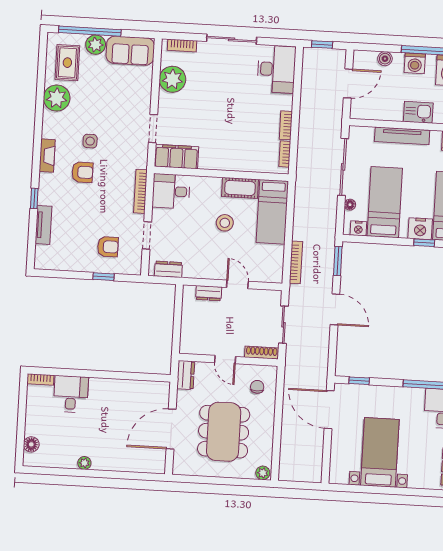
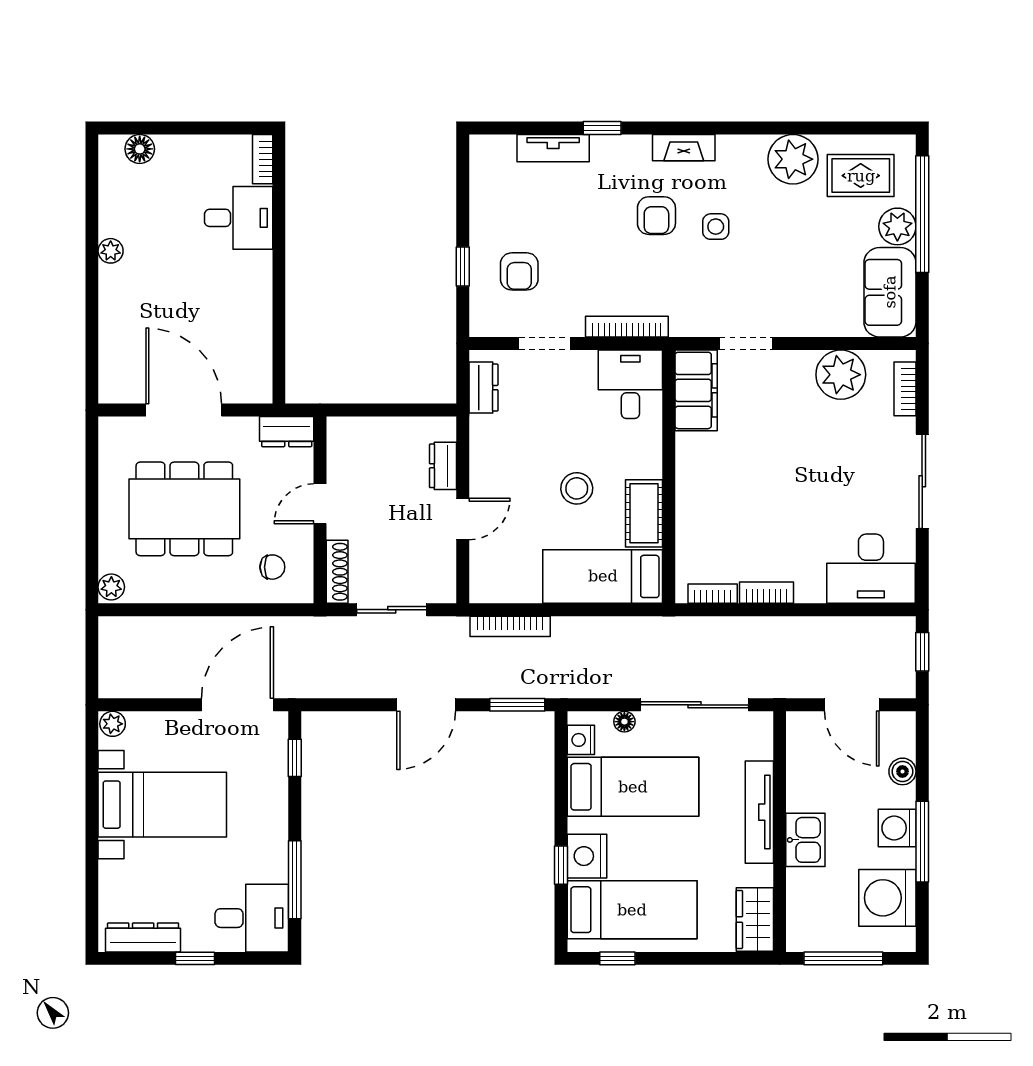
plant: (335, 476) -> (113, 724), added

